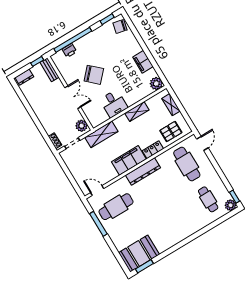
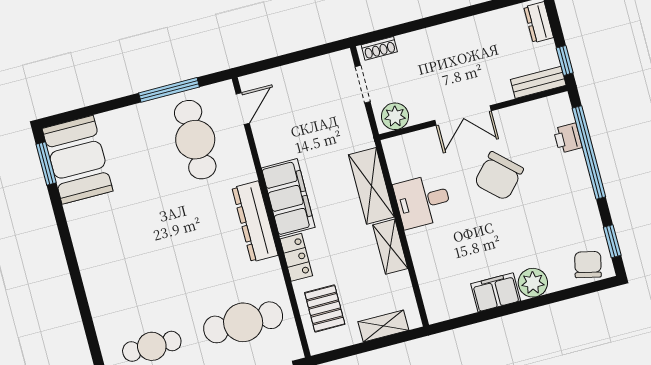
plant: (156, 84) -> (533, 283), moved
shelving: (101, 134) -> (371, 186), moved

